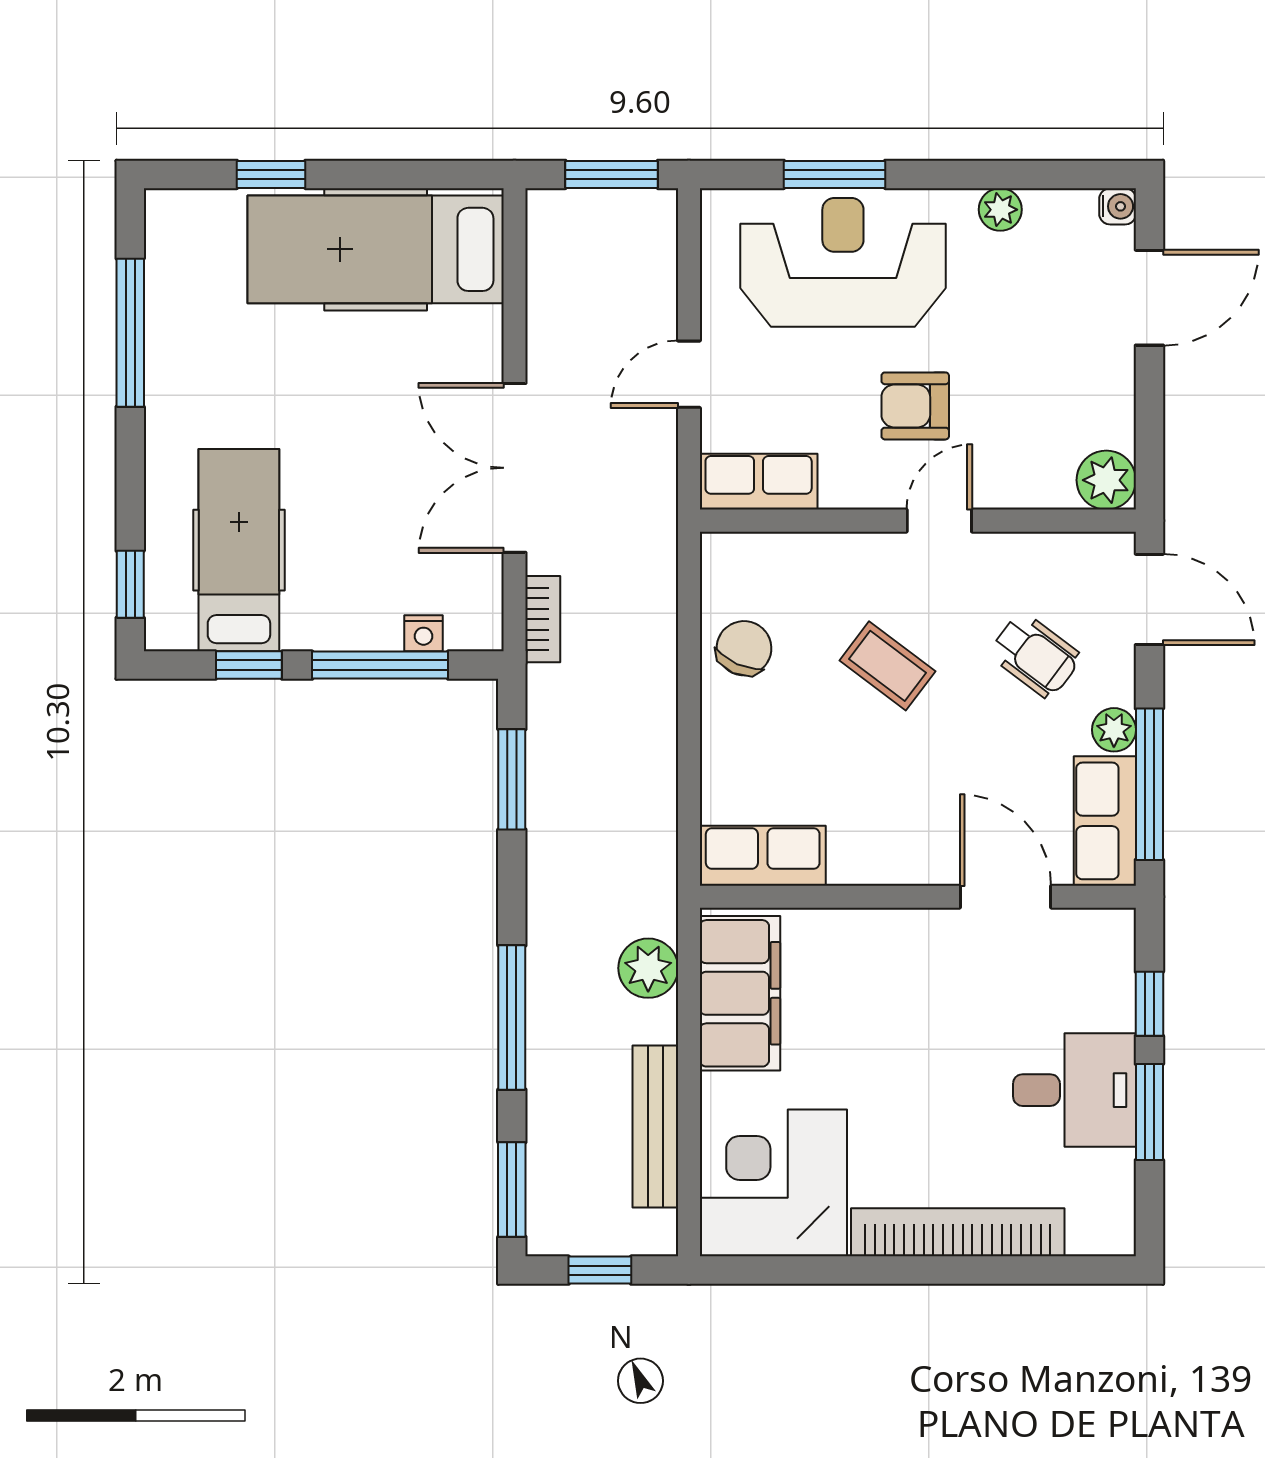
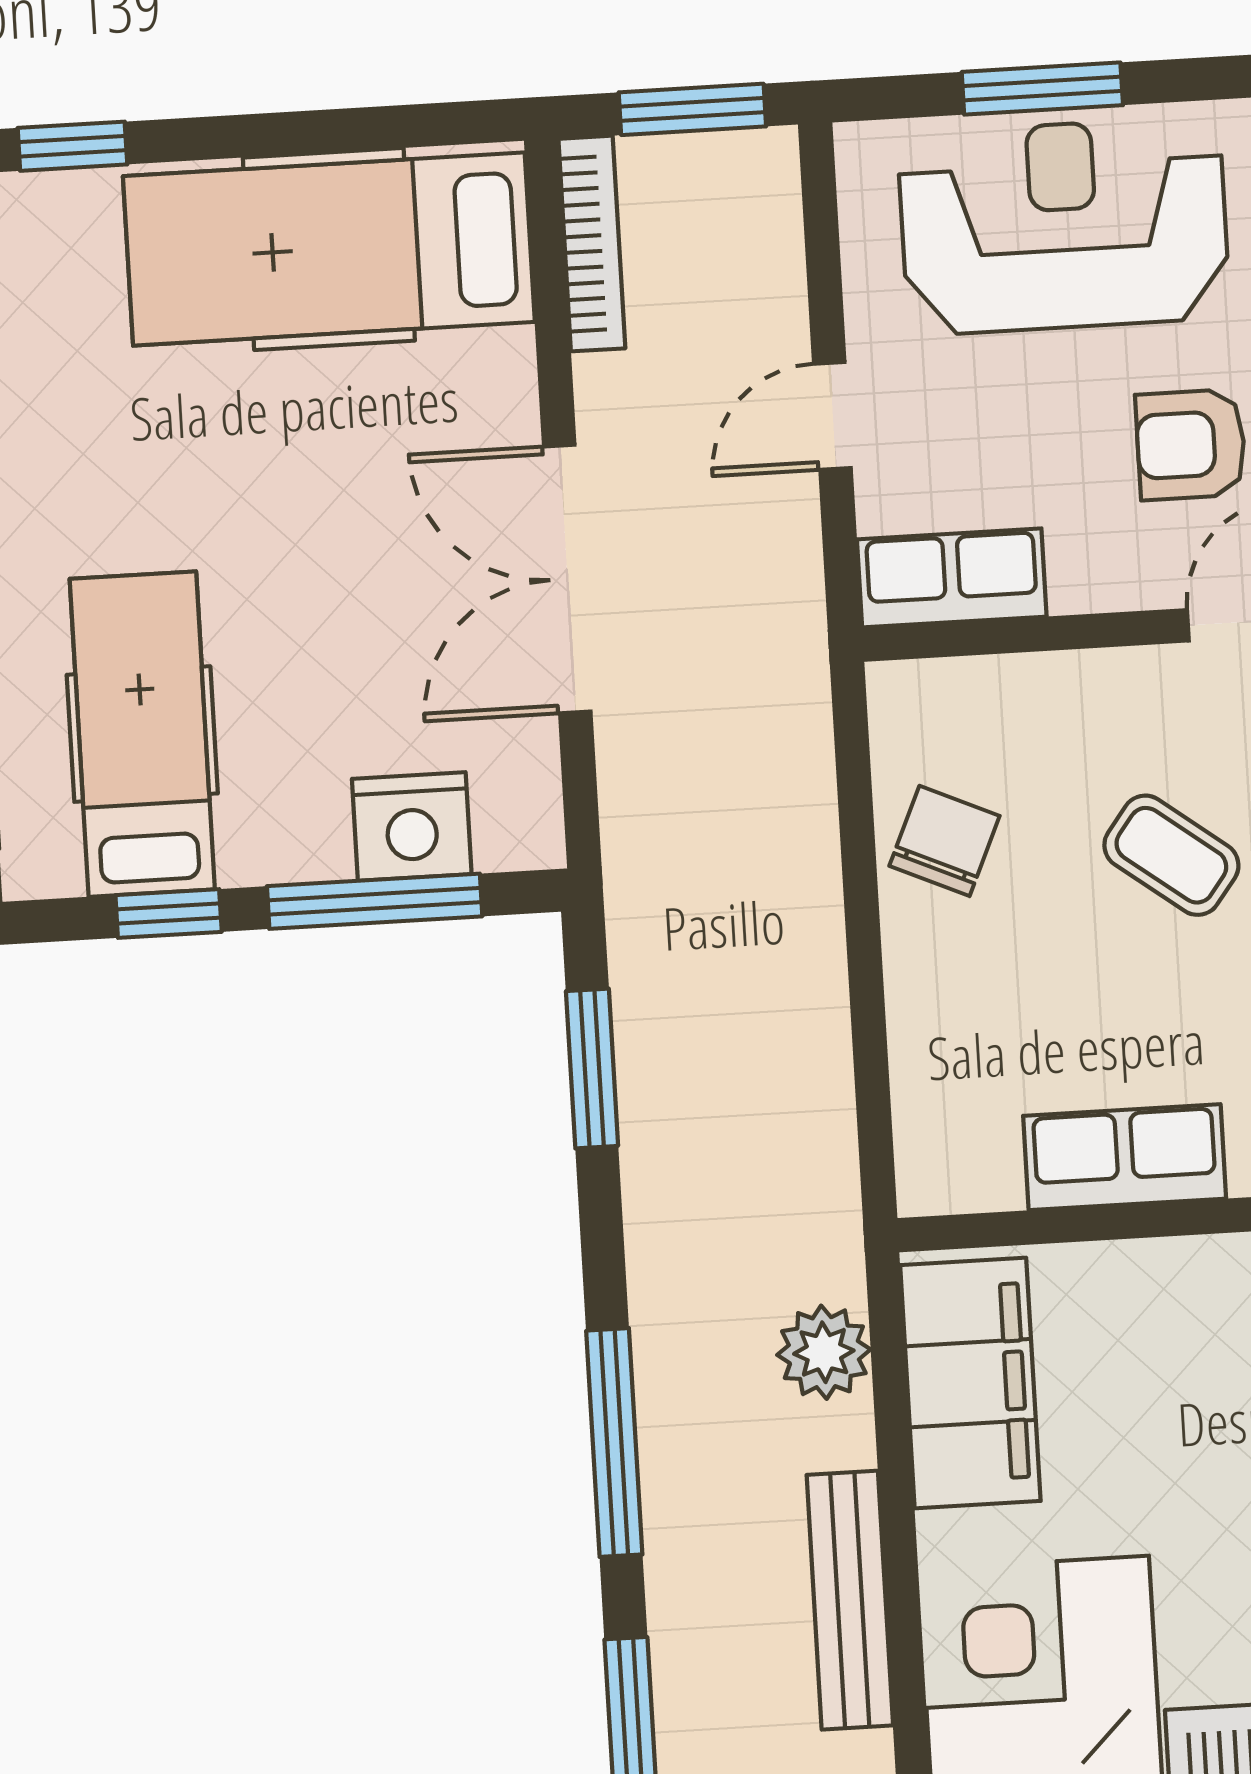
window: (271, 174) -> (72, 146), moved
bookcase: (543, 619) -> (592, 244), moved, width x1.56
nightstand: (423, 633) -> (412, 826), width x1.89, depth x1.79
row of seats: (763, 856) -> (1125, 1157), moved

